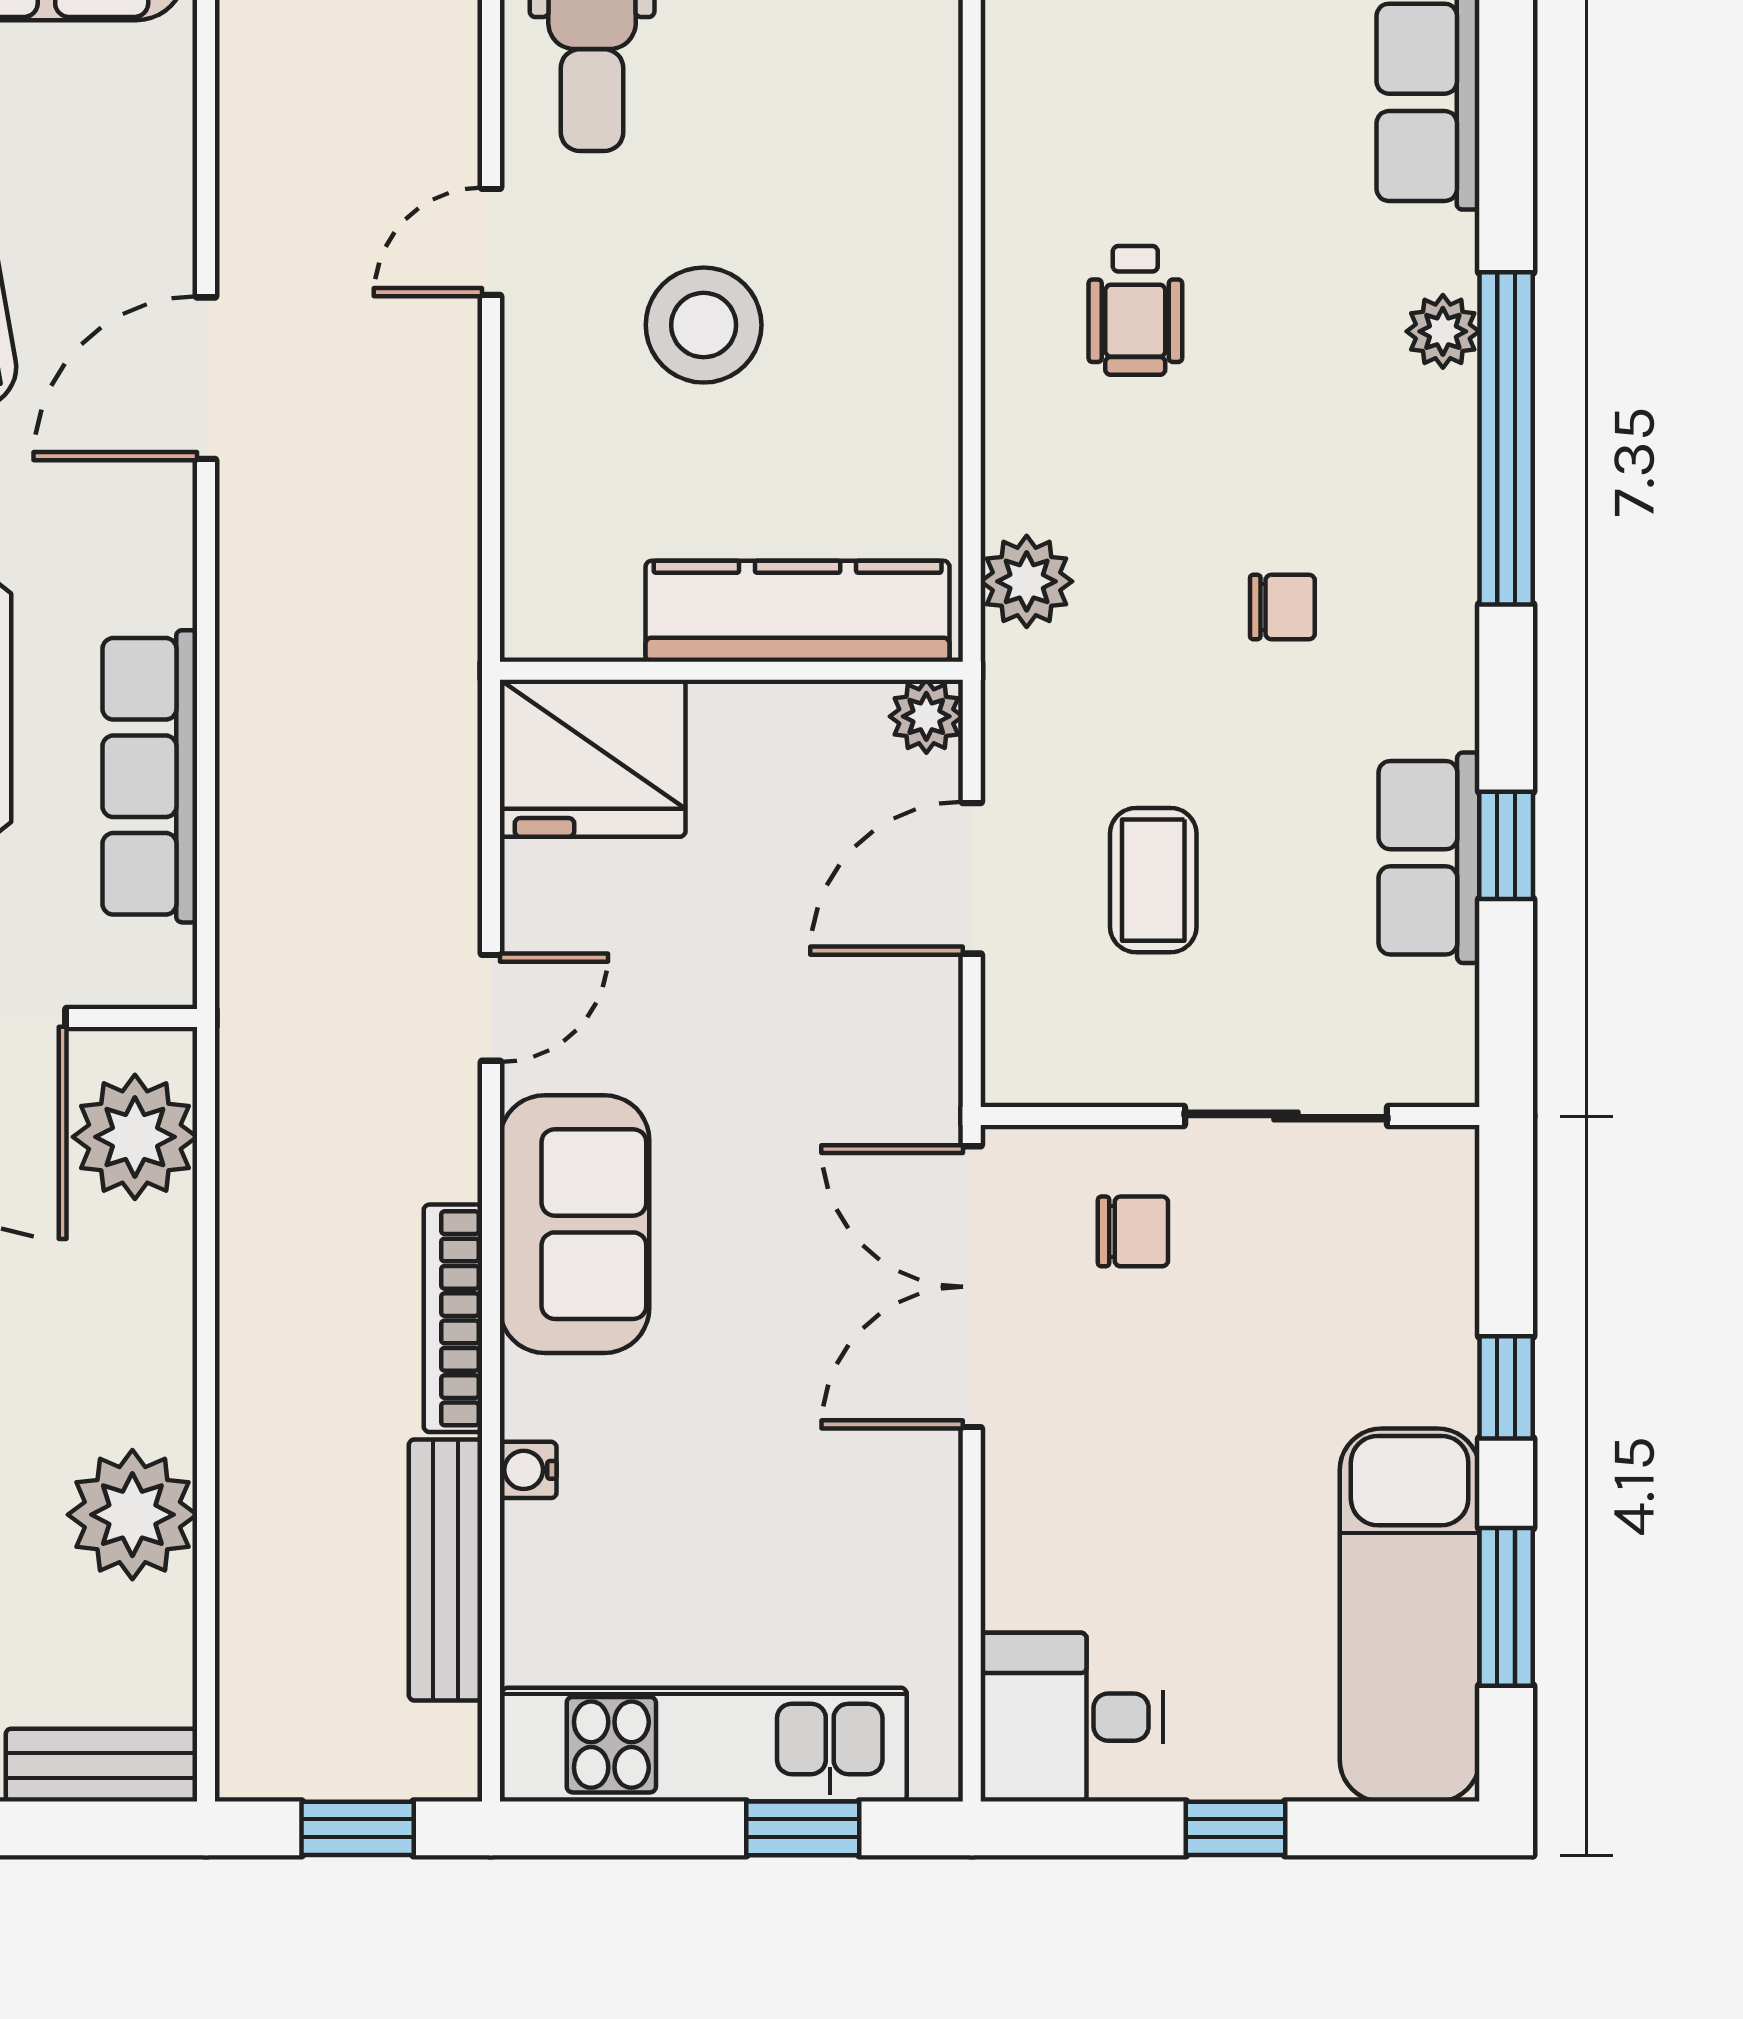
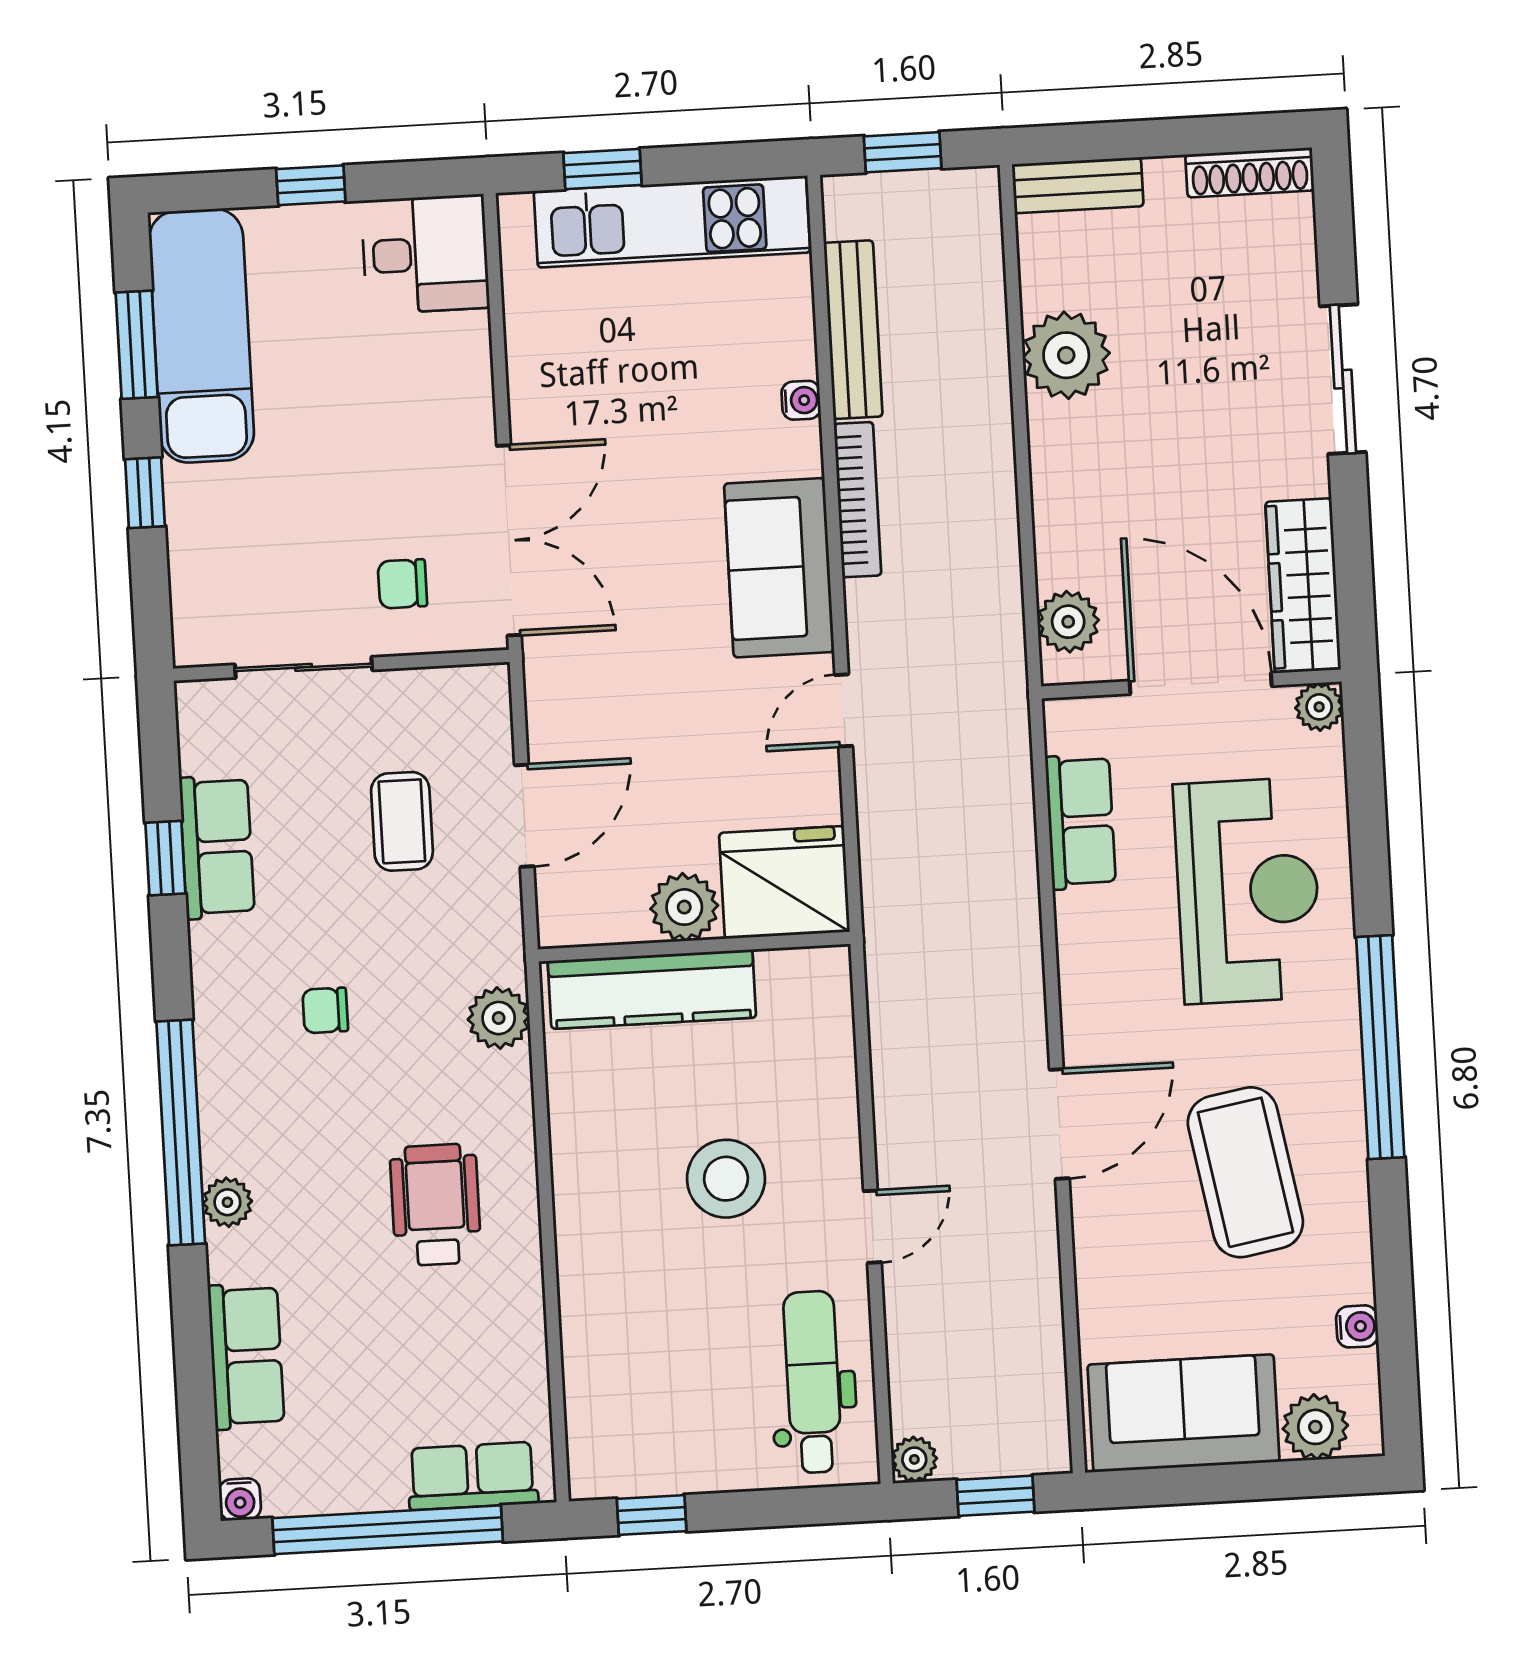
wheelchair: (1135, 310) -> (436, 1205), width x1.36, depth x1.37
plant: (926, 716) -> (684, 907), moved, width x1.38, depth x1.38
row of seats: (150, 776) -> (1080, 822), width x0.68
plant: (135, 1137) -> (1068, 622), width x0.73, depth x0.73

